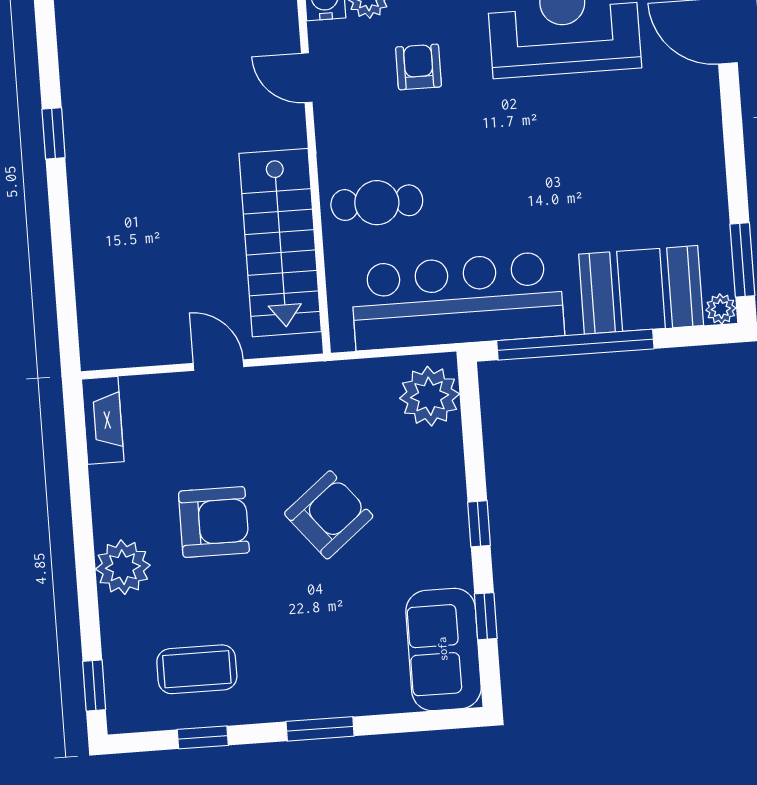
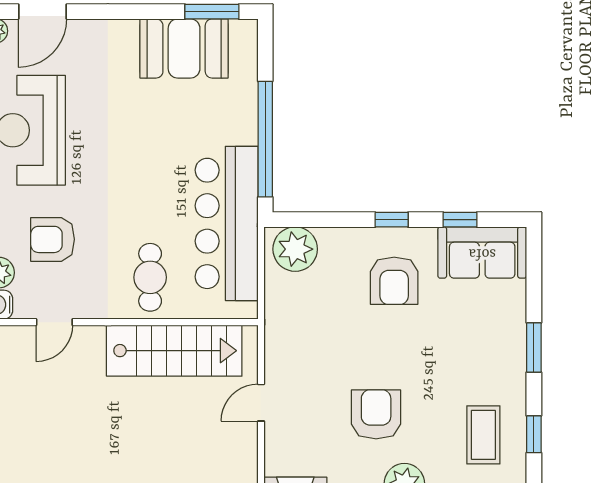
armchair: (418, 67) -> (53, 239), width x1.38, depth x1.38
booth: (641, 290) -> (184, 48), moved, turned 90
plant: (721, 309) -> (247, 30), removed
armchair: (329, 515) -> (394, 281), moved, turned -141

